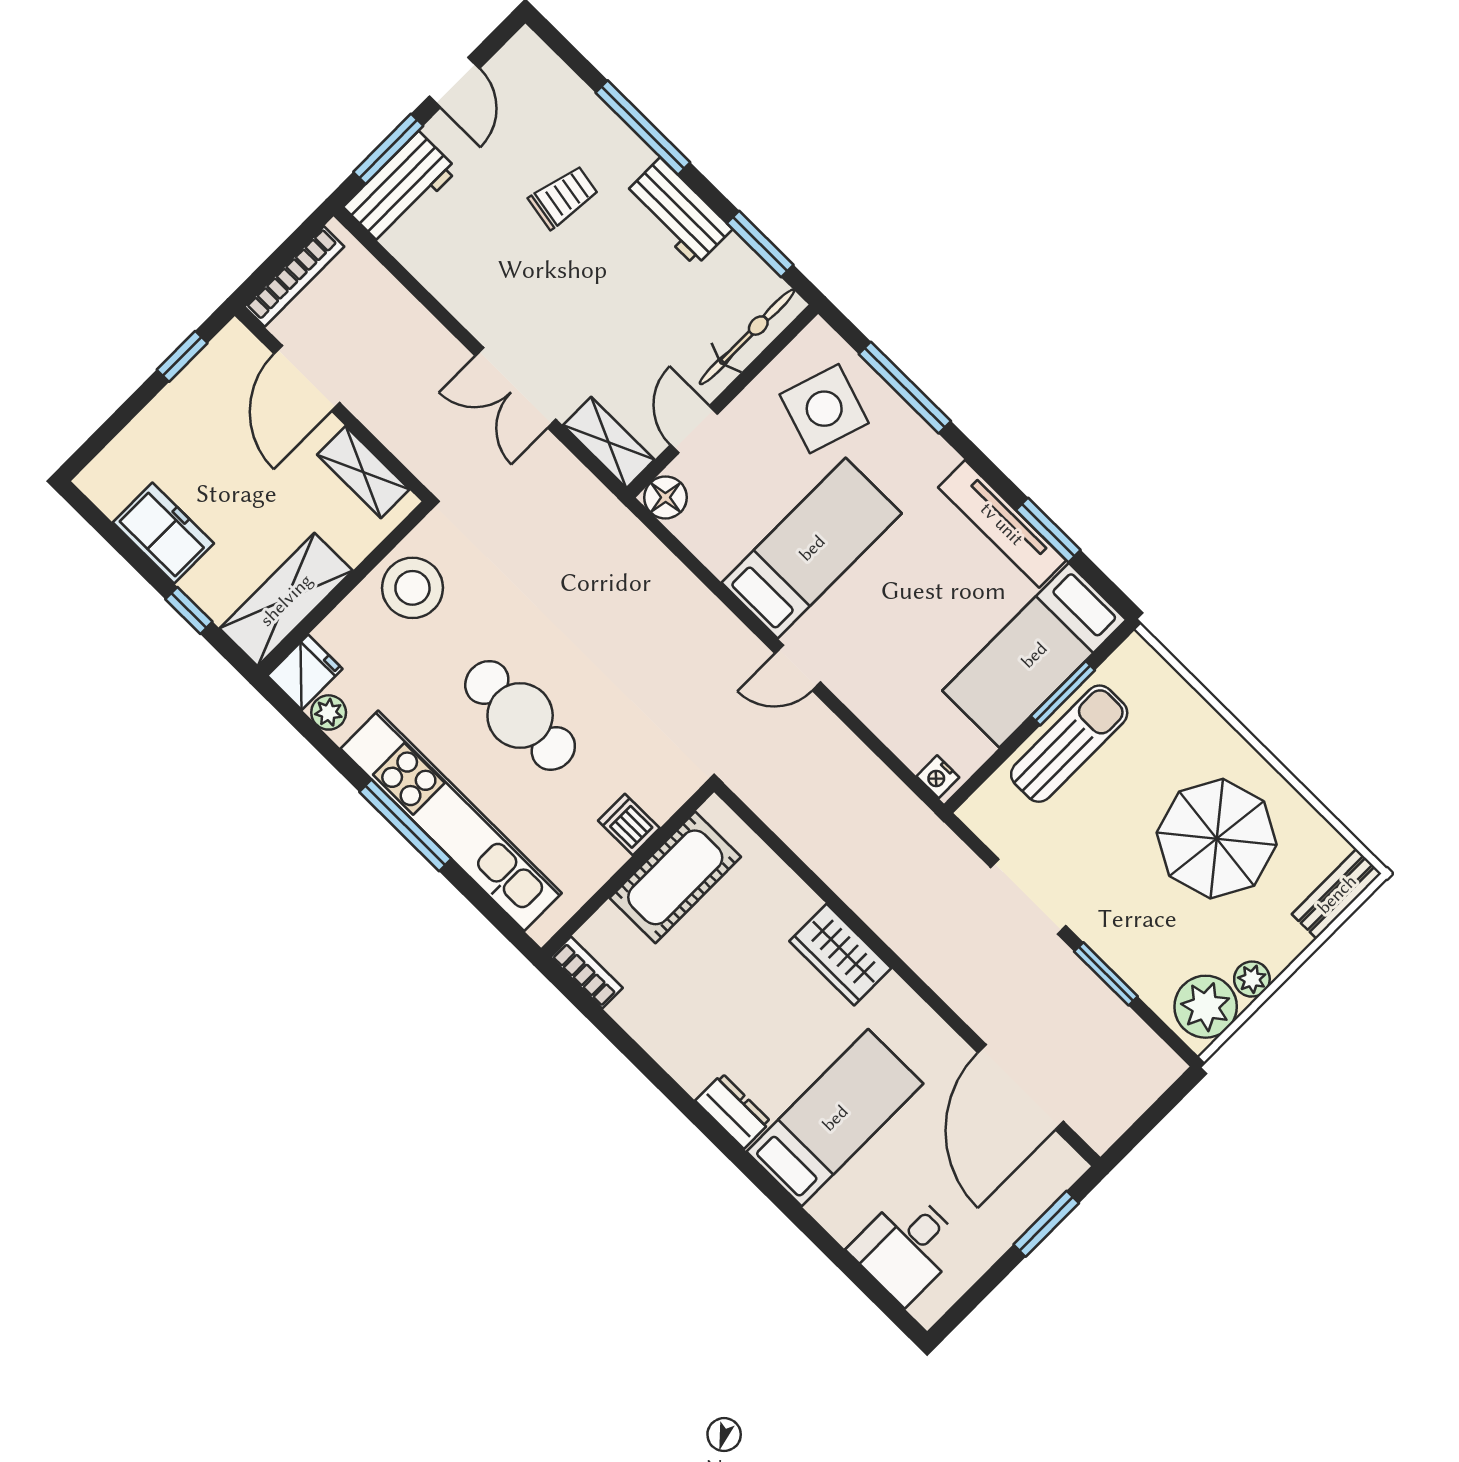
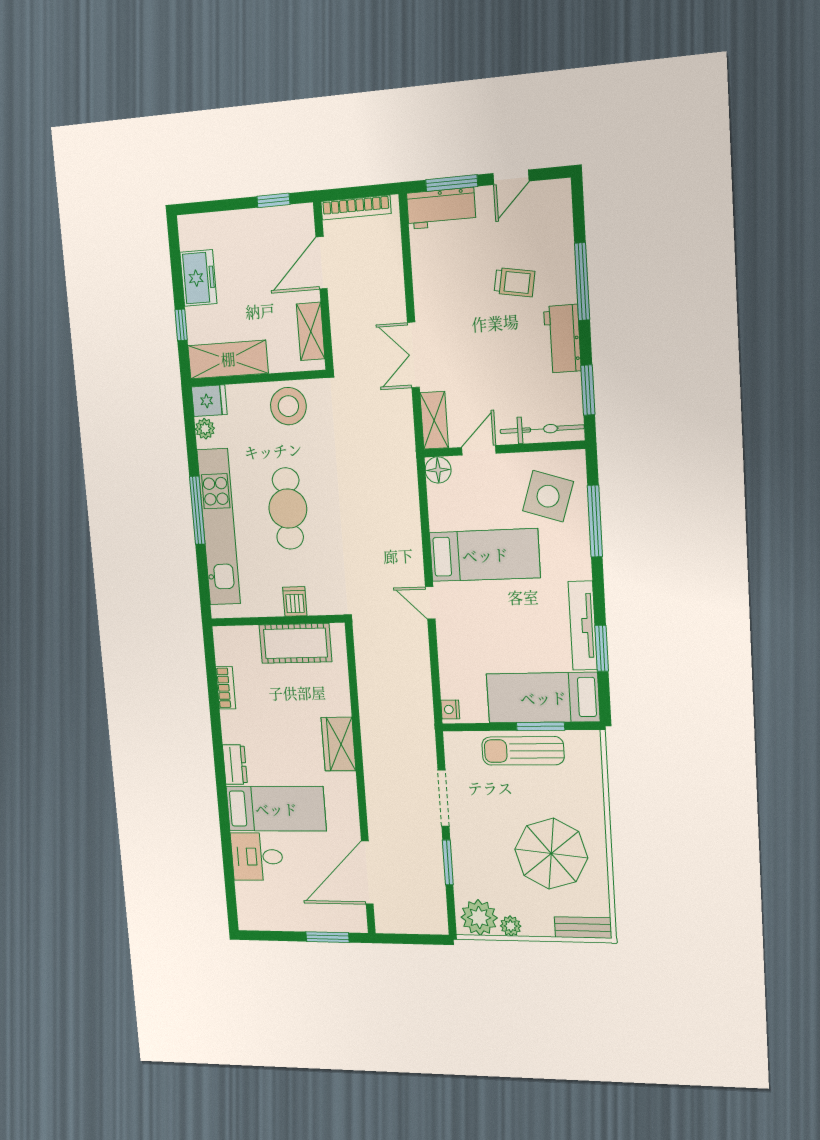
sun lounger: (1069, 744) -> (523, 751), turned 180
bookcase: (587, 972) -> (226, 688), moved
desk: (907, 1247) -> (257, 857), moved

